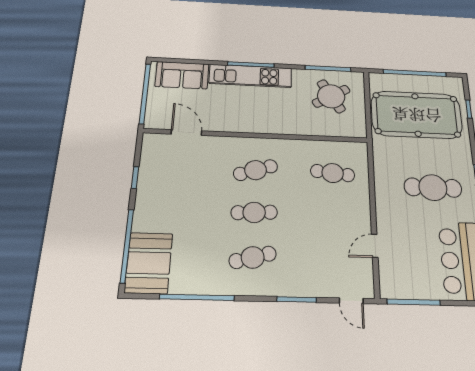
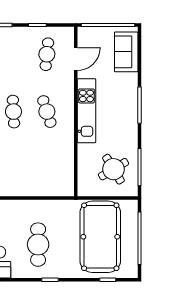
kitchen unit: (251, 76) -> (86, 111), moved, turned 180
cafe table: (333, 173) -> (47, 54), moved

